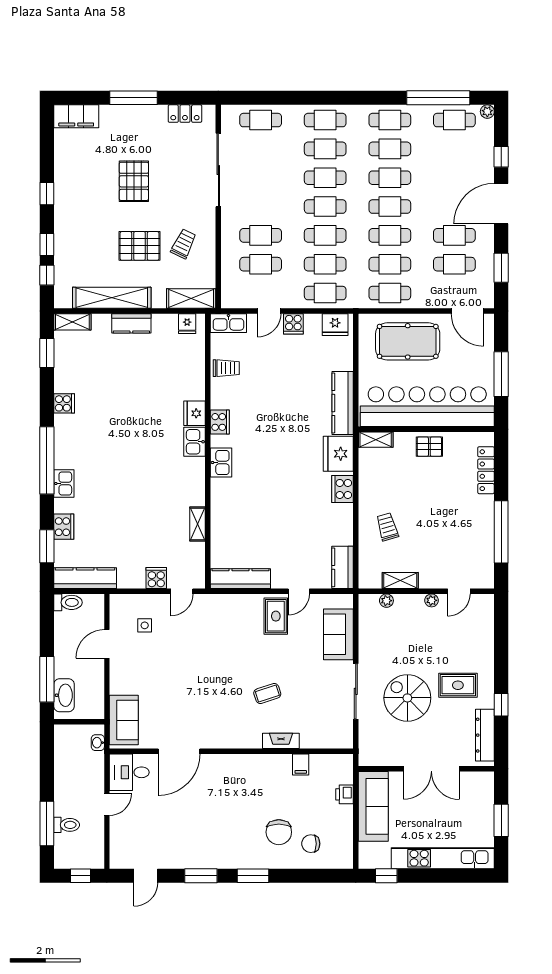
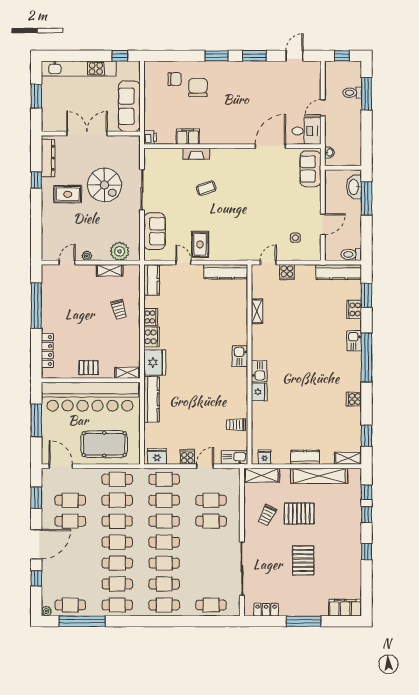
cooker: (220, 422) -> (151, 317), moved, turned 180
door: (299, 591) -> (183, 263), hinge flipped
plant: (386, 601) -> (120, 251), width x1.88, depth x1.88
filing cabinet: (301, 765) -> (188, 137), width x2.00
printer: (345, 794) -> (150, 137), moved

